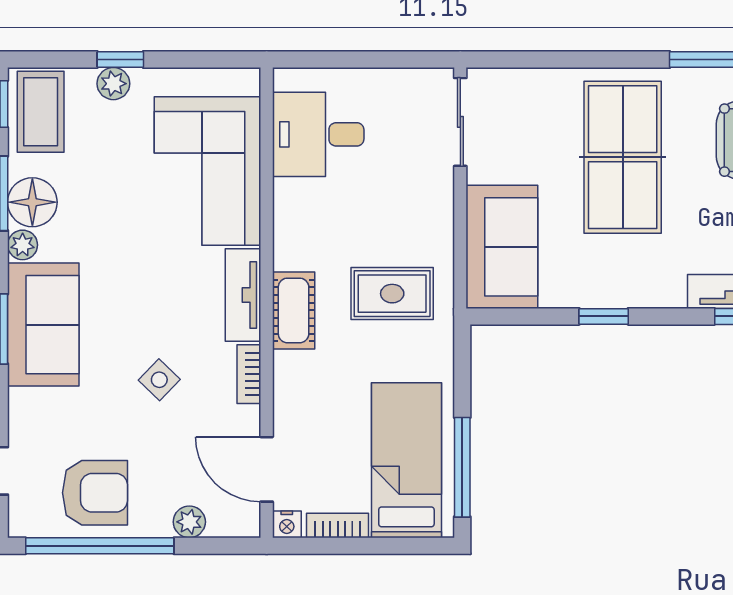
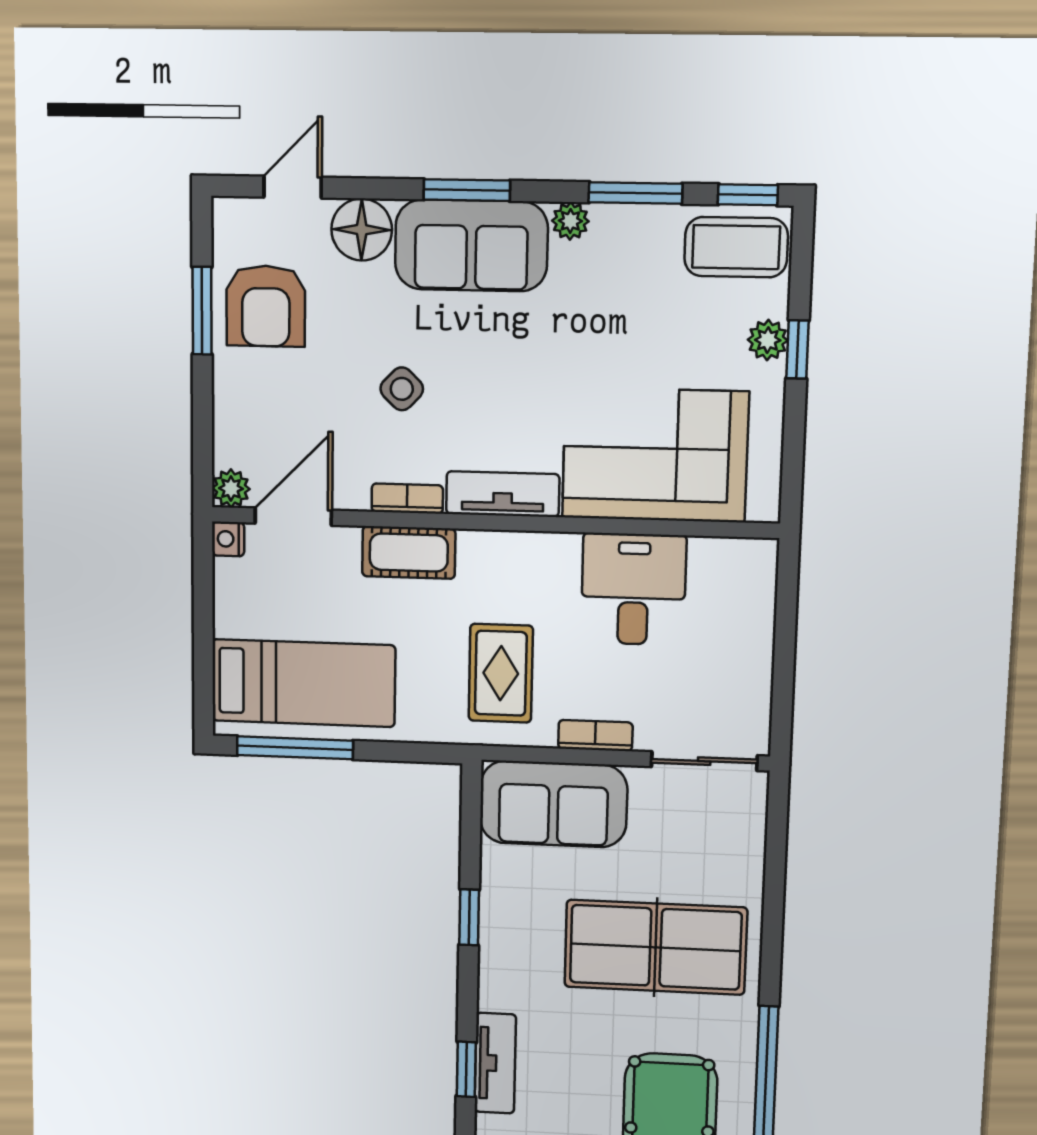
desk: (318, 134) -> (633, 589), moved
floor lamp: (32, 202) -> (362, 230), moved
cot: (294, 310) -> (409, 552), moved
plant: (189, 522) -> (231, 488), moved
bookcase: (338, 525) -> (595, 736), moved, turned -90
window: (100, 546) -> (202, 311), width x0.47

